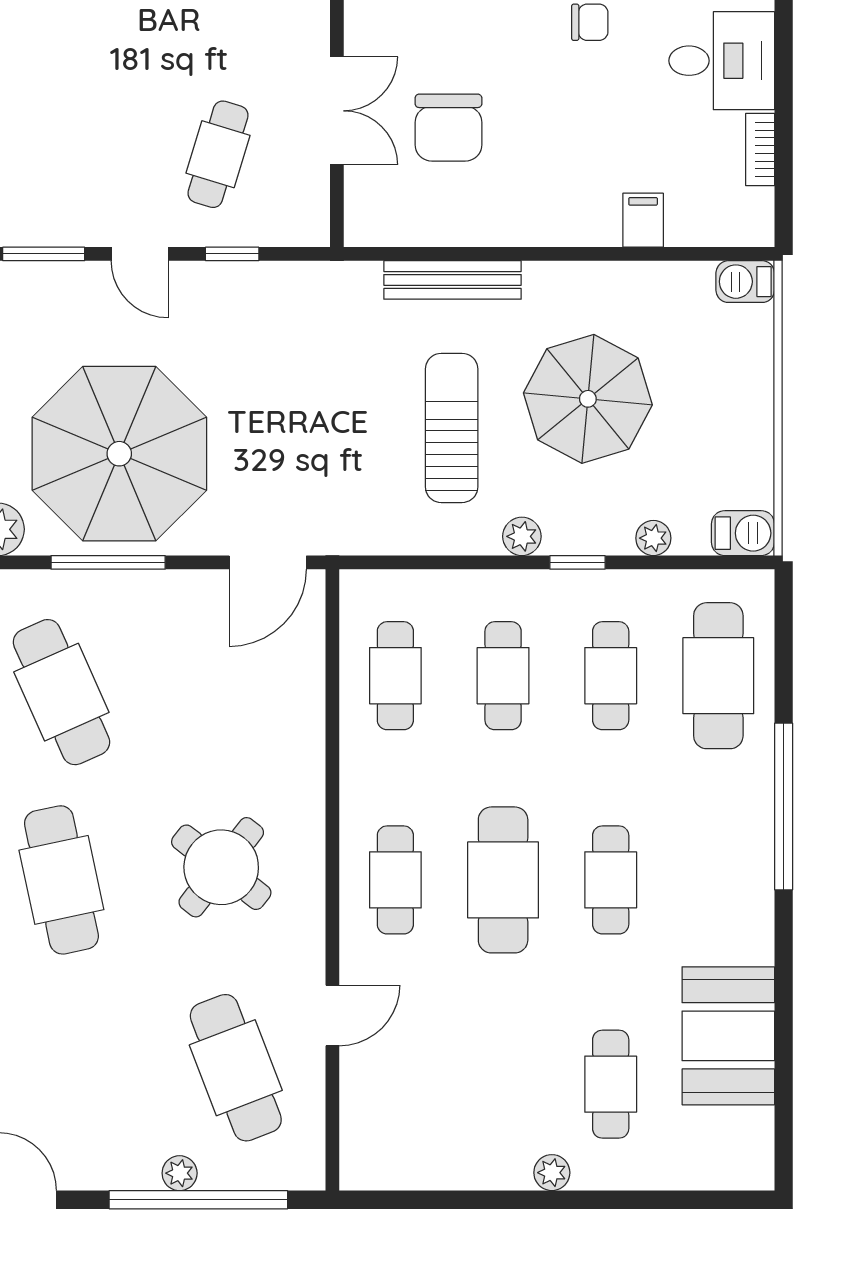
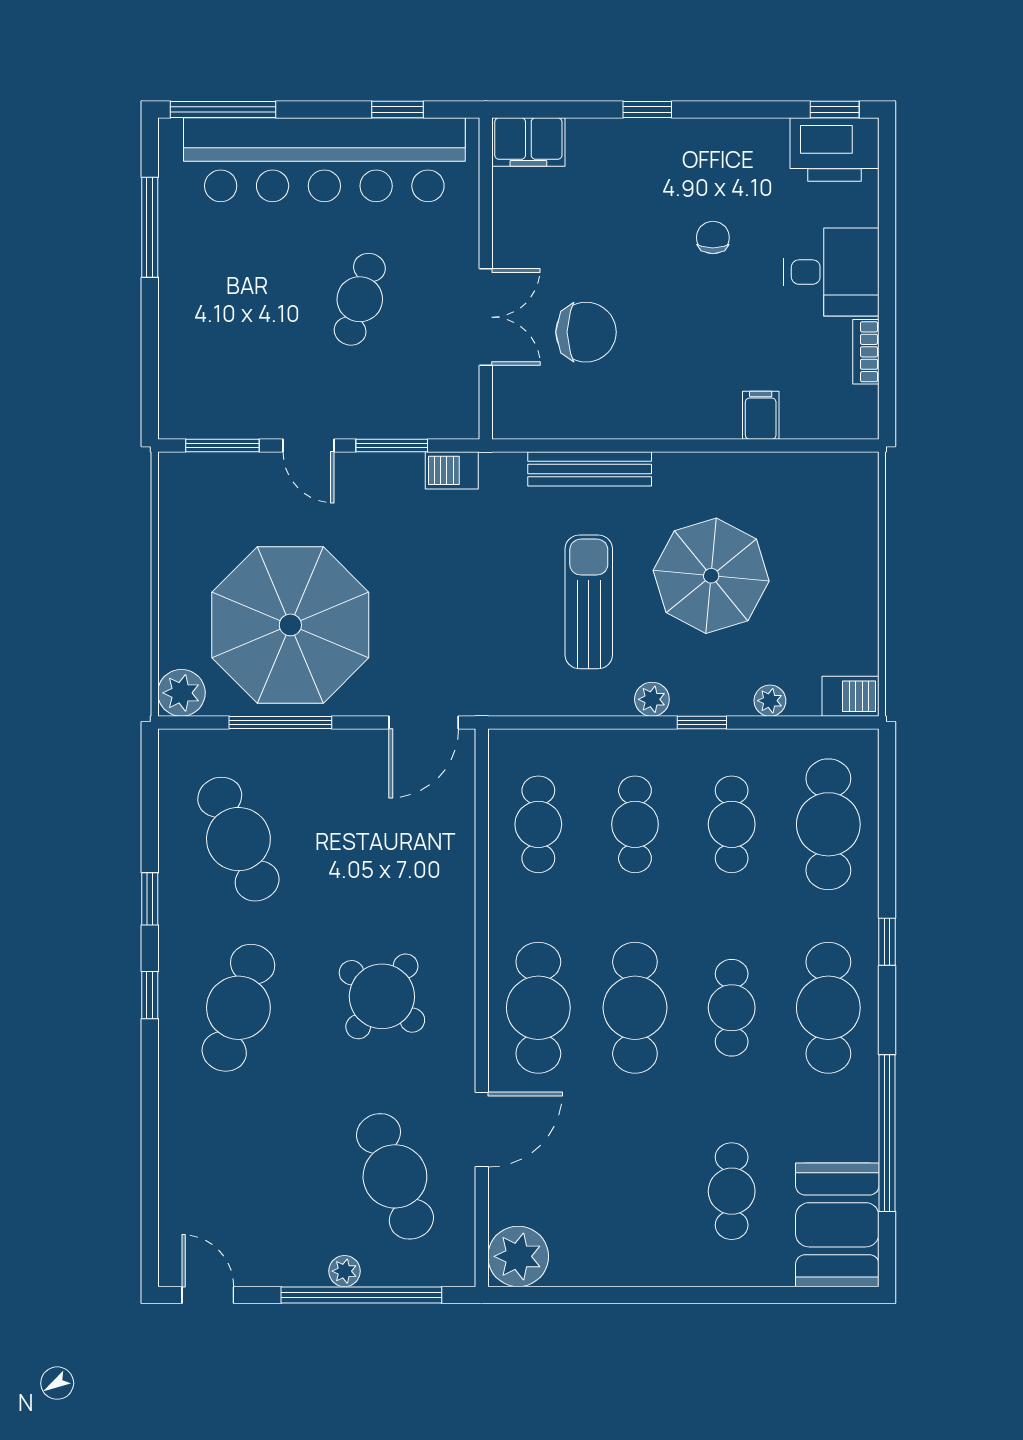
chair: (590, 22) -> (713, 238), turned -90
chair: (448, 128) -> (586, 332), turned -90
cafe table: (218, 154) -> (360, 299), moved
window: (232, 254) -> (392, 446), width x1.50
barbecue: (745, 282) -> (452, 470), moved
window: (784, 807) -> (887, 942), width x0.32
cafe table: (61, 880) -> (238, 1008), turned 30
cafe table: (395, 880) -> (538, 1008), width x1.37, depth x1.35
cafe table: (718, 880) -> (828, 1008), added
door: (332, 1016) -> (482, 1130), width x1.38
window: (784, 1020) -> (887, 1133), added
booth: (728, 1036) -> (837, 1225), moved
plant: (552, 1173) -> (518, 1256), moved, width x1.88, depth x1.88

